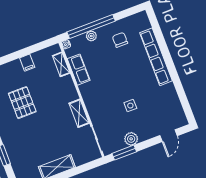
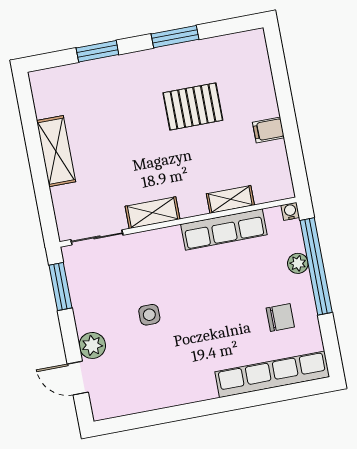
row of seats: (156, 57) -> (272, 374), moved
shelving: (61, 64) -> (230, 199), moved
row of seats: (79, 70) -> (224, 230), width x1.48
plant: (131, 139) -> (92, 345), moved

